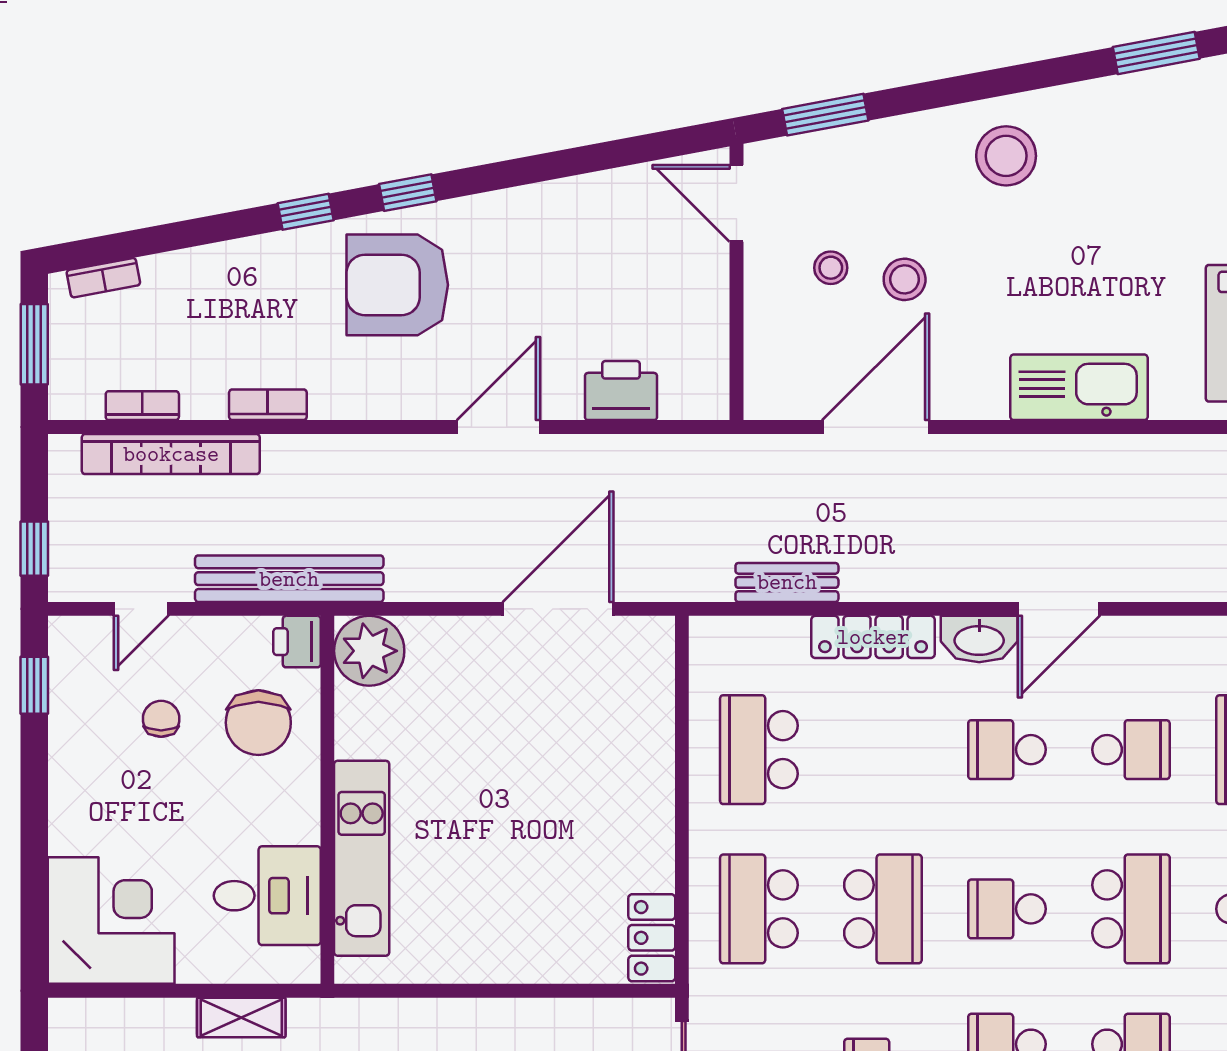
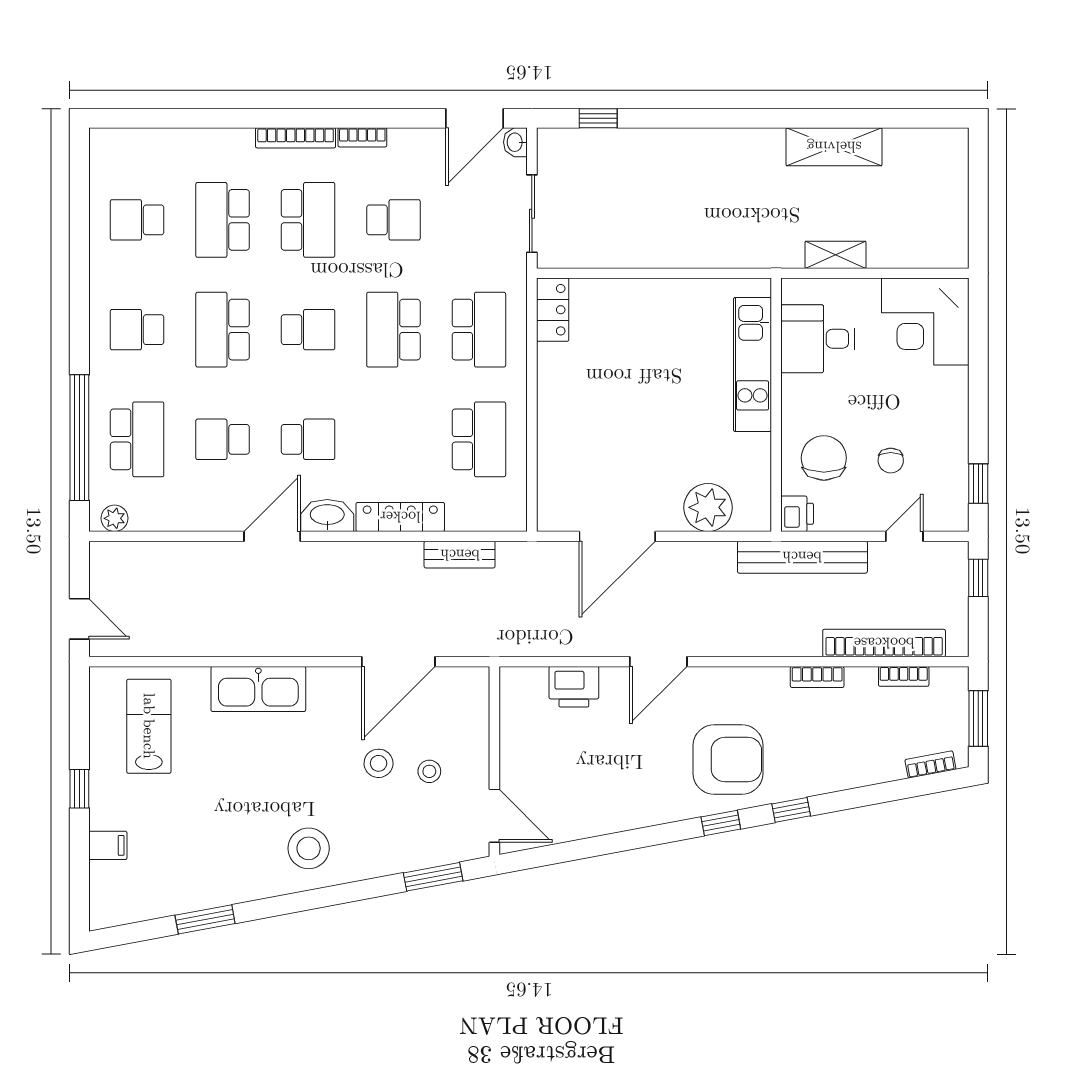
plant: (369, 651) -> (708, 507), moved

